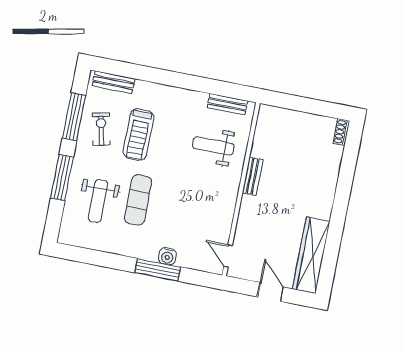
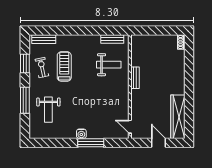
window: (74, 117) -> (25, 64), width x0.69
treadmill: (138, 134) -> (64, 66), turned 180
weight bench: (213, 146) -> (109, 65), turned 180
exercise mat: (138, 200) -> (71, 104), removed
water cooler: (167, 256) -> (81, 134), moved

